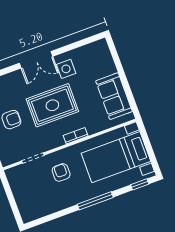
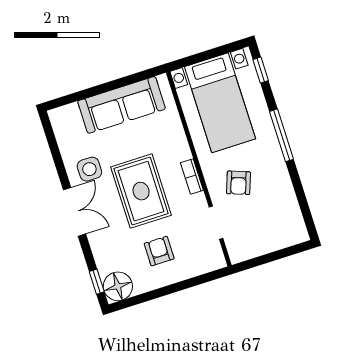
sofa: (114, 96) -> (122, 105), width x1.36
bookcase: (76, 136) -> (192, 176), moved
armchair: (61, 172) -> (239, 183), turned -70

